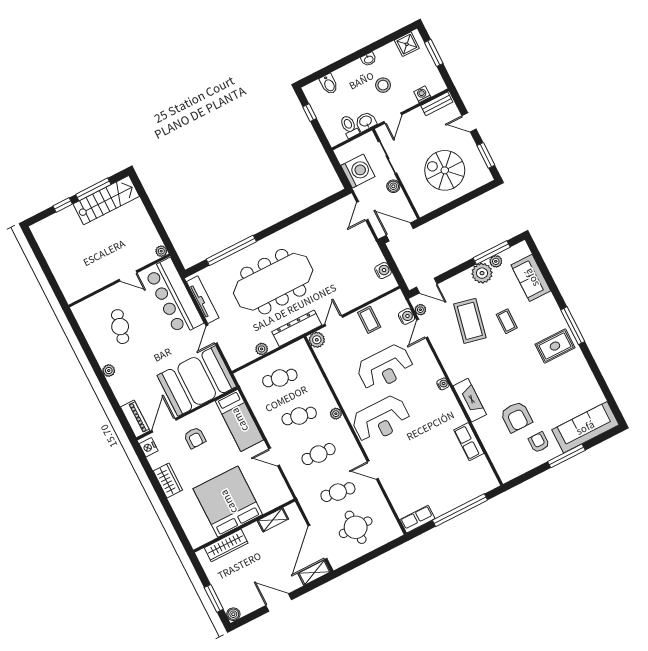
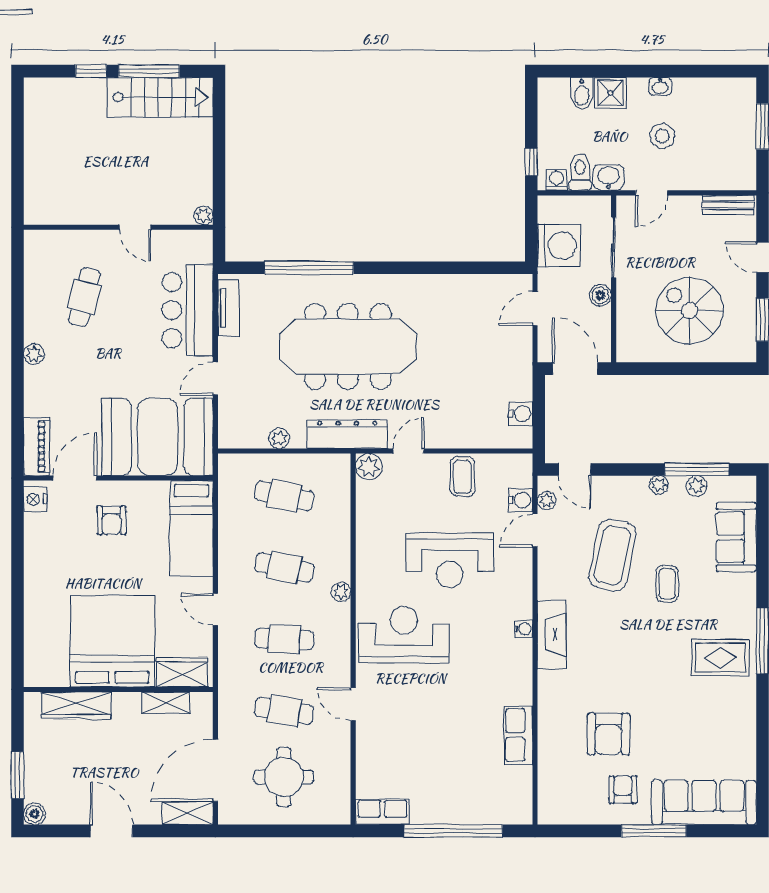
shower: (407, 44) -> (610, 93), moved
washing machine: (422, 94) -> (556, 180), moved
window: (310, 113) -> (531, 162), moved
plant: (482, 273) -> (659, 485), width x0.53, depth x0.53
bar counter: (174, 297) -> (187, 310), width x0.73
tv unit: (203, 300) -> (229, 308), width x0.71
fireplace: (470, 400) -> (552, 635), moved
reception desk: (381, 420) -> (404, 635), turned 180
wardrobe: (168, 480) -> (182, 672), moved, turned -90

